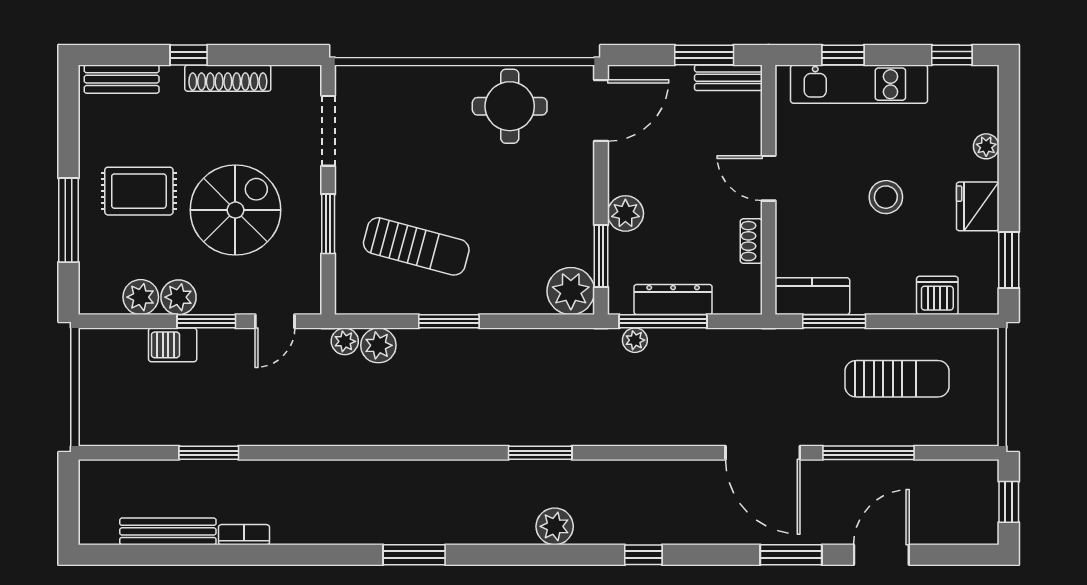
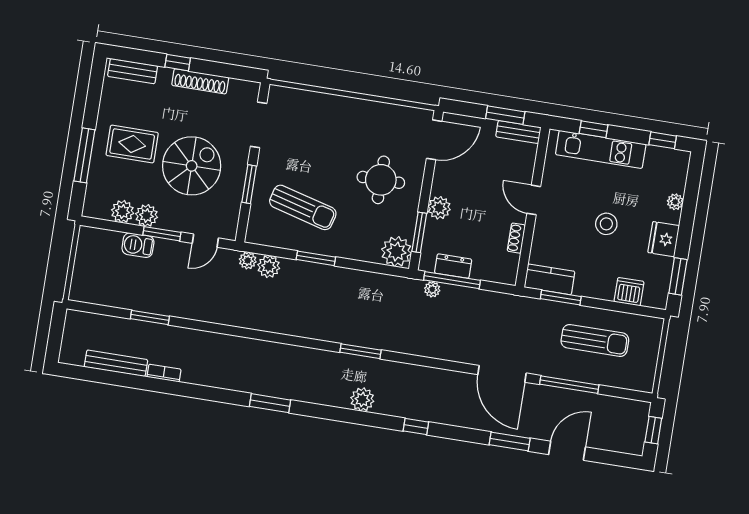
round table: (510, 106) -> (381, 180), moved
dresser: (673, 299) -> (453, 266), width x0.70

